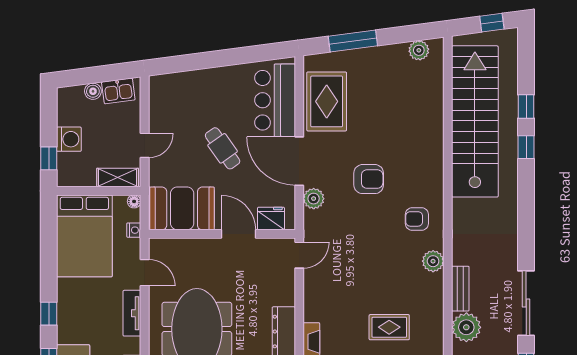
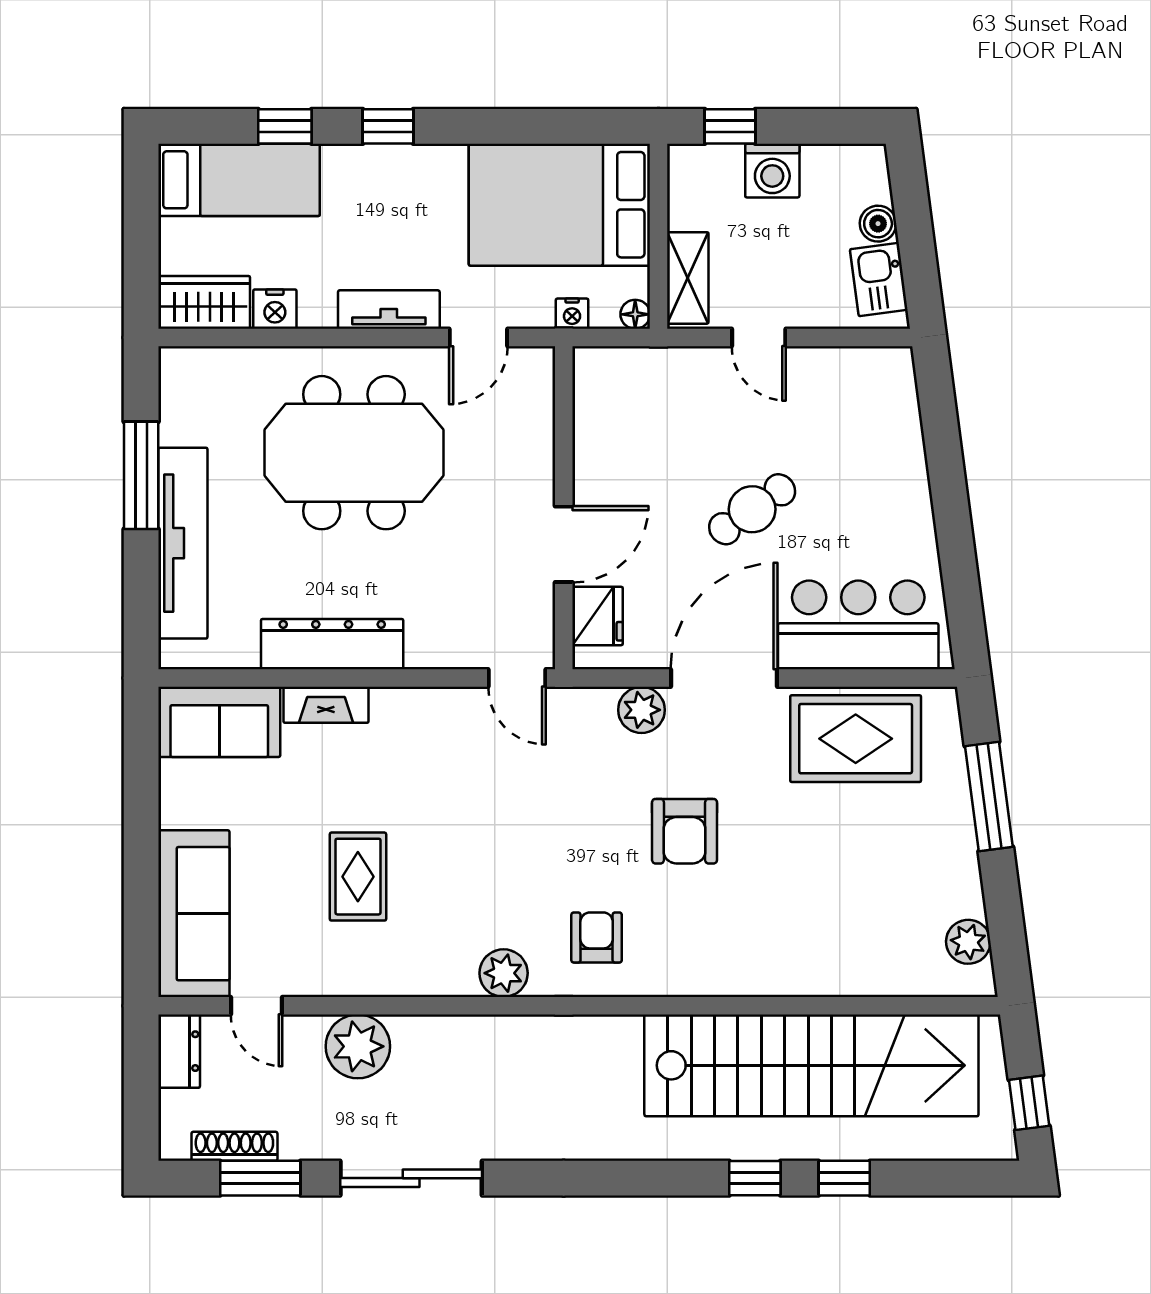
booth: (182, 208) -> (620, 420), removed
bench: (460, 289) -> (443, 1033), removed

